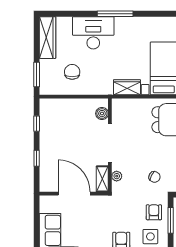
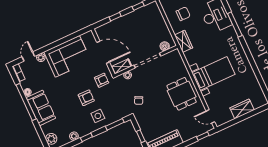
wardrobe: (127, 87) -> (184, 41), moved
door: (74, 194) -> (103, 52), hinge flipped
armchair: (154, 212) -> (102, 80), moved

